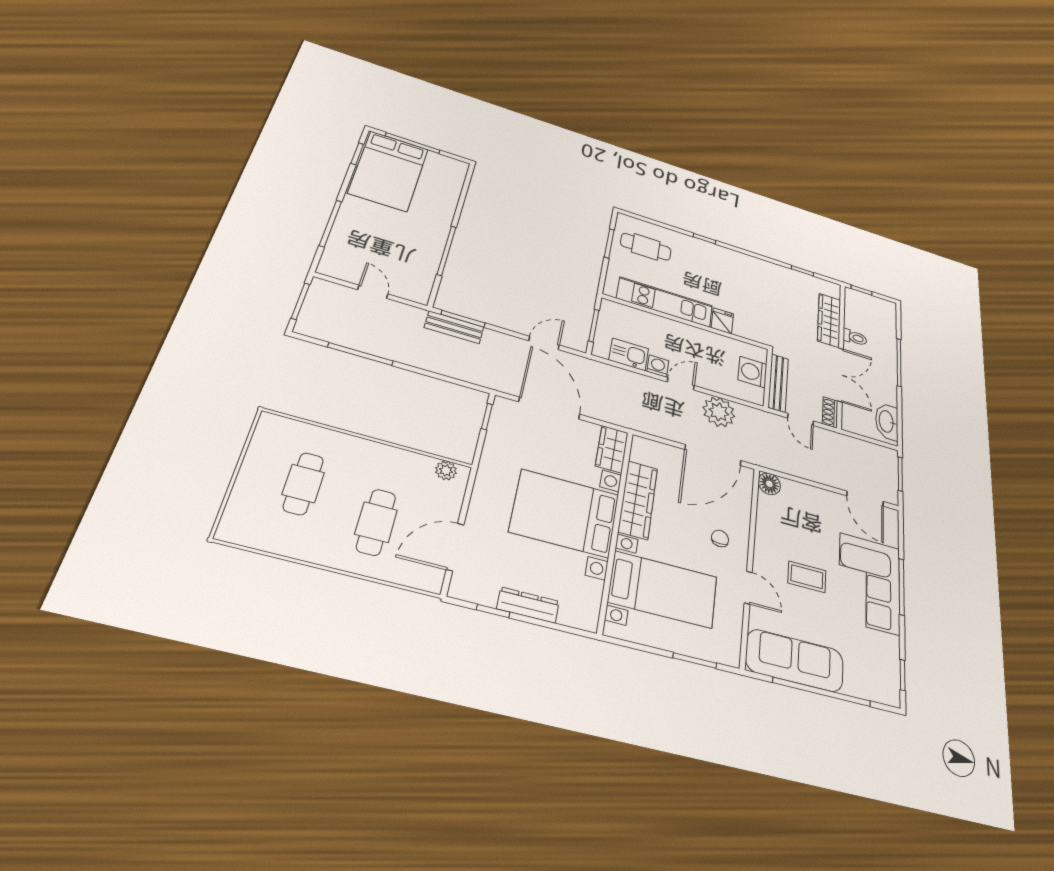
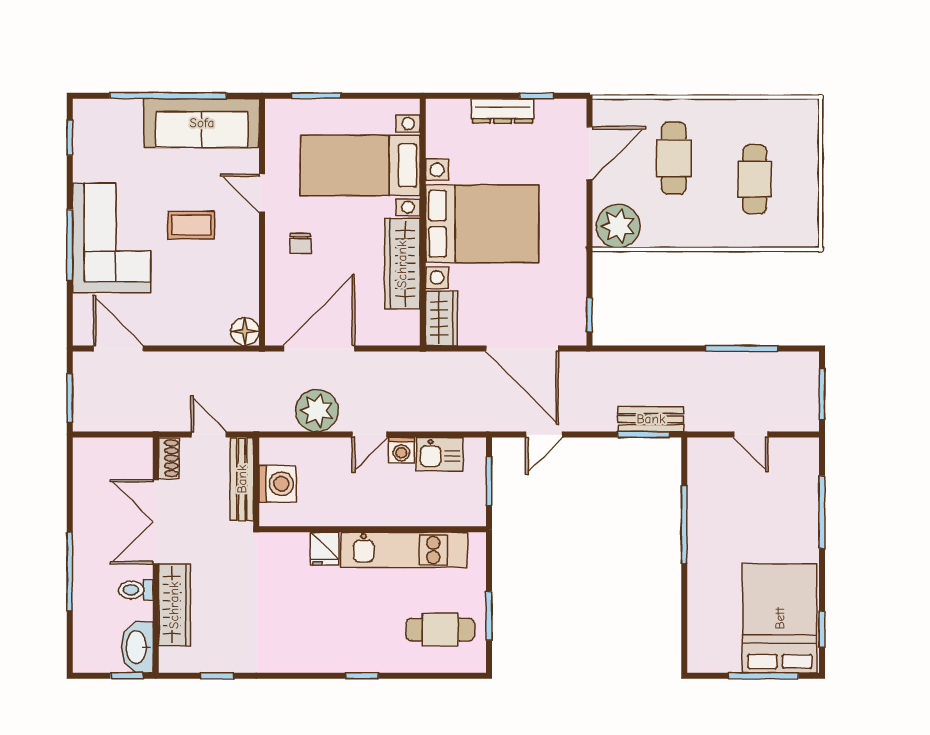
washbasin: (887, 422) -> (137, 647), moved, turned 180
plant: (446, 470) -> (618, 226), width x1.87, depth x1.87

